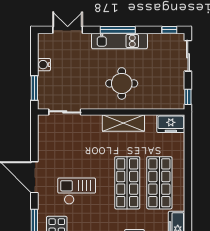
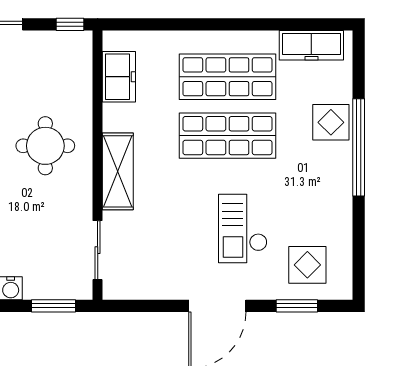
shelving: (123, 123) -> (118, 171), moved
freezer: (171, 124) -> (119, 77), moved

